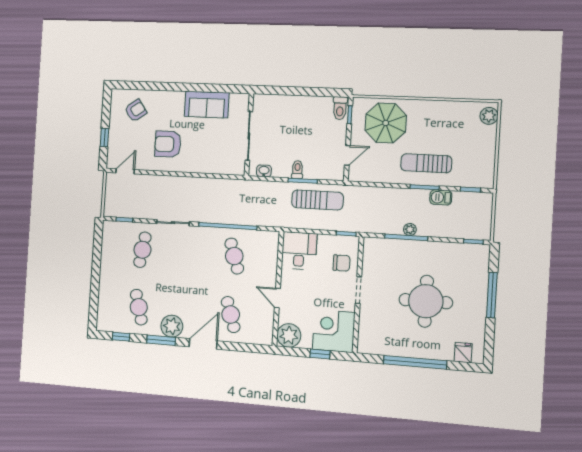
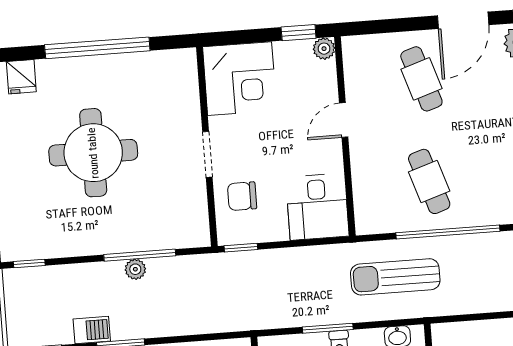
sun lounger: (317, 200) -> (395, 277), moved
door: (277, 298) -> (344, 120), swing flipped
plant: (289, 335) -> (324, 49), width x0.53, depth x0.53
window: (320, 354) -> (299, 33), moved

